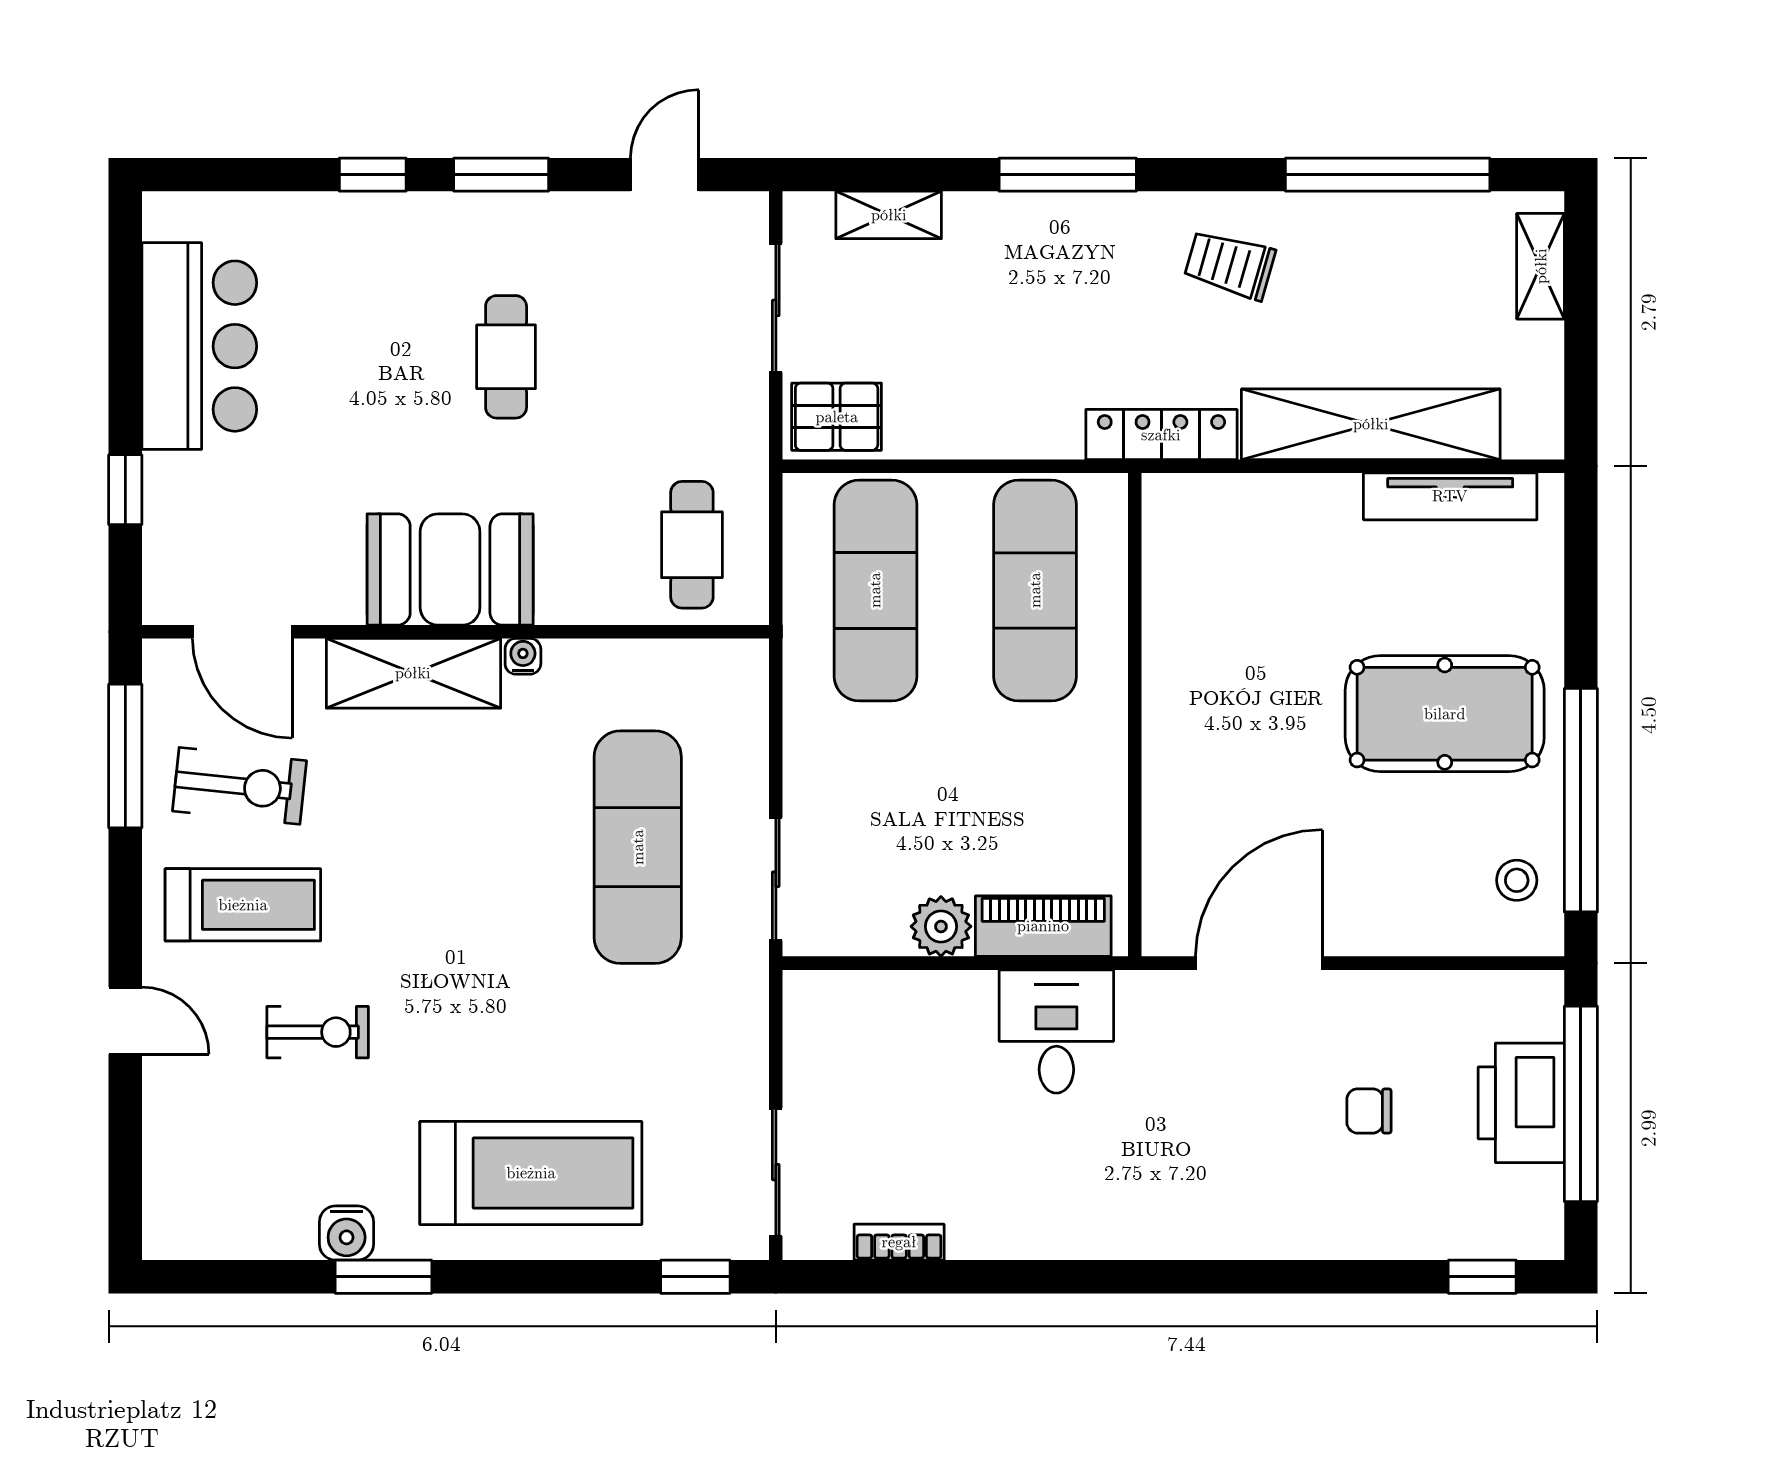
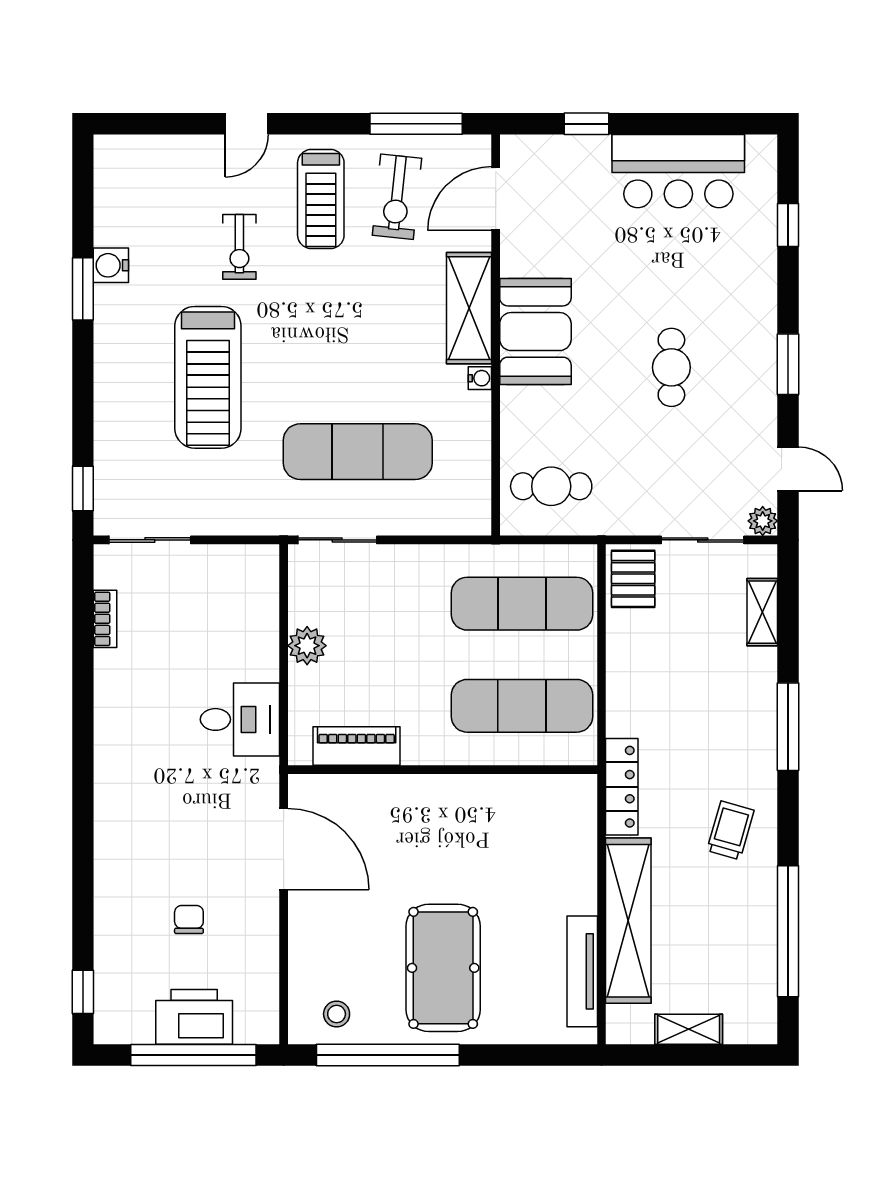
window: (373, 175) -> (788, 225), moved
plant: (746, 214) -> (763, 521), added
shelving: (1541, 266) -> (689, 1029), moved
cafe table: (506, 357) -> (671, 367), turned 90
piano: (1043, 926) -> (357, 746), moved, turned -90
treadmill: (531, 1173) -> (208, 377), moved

